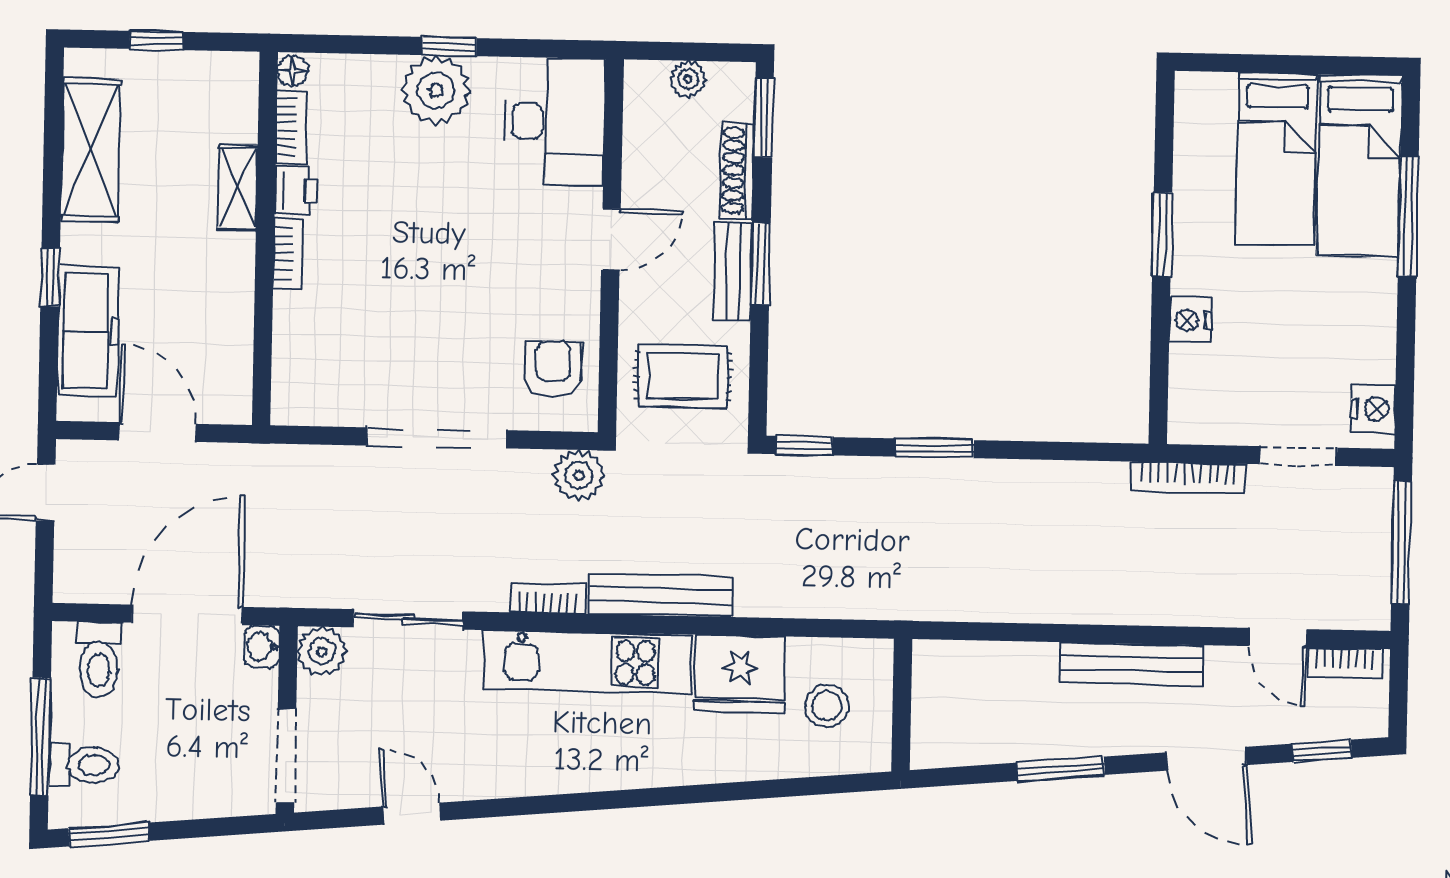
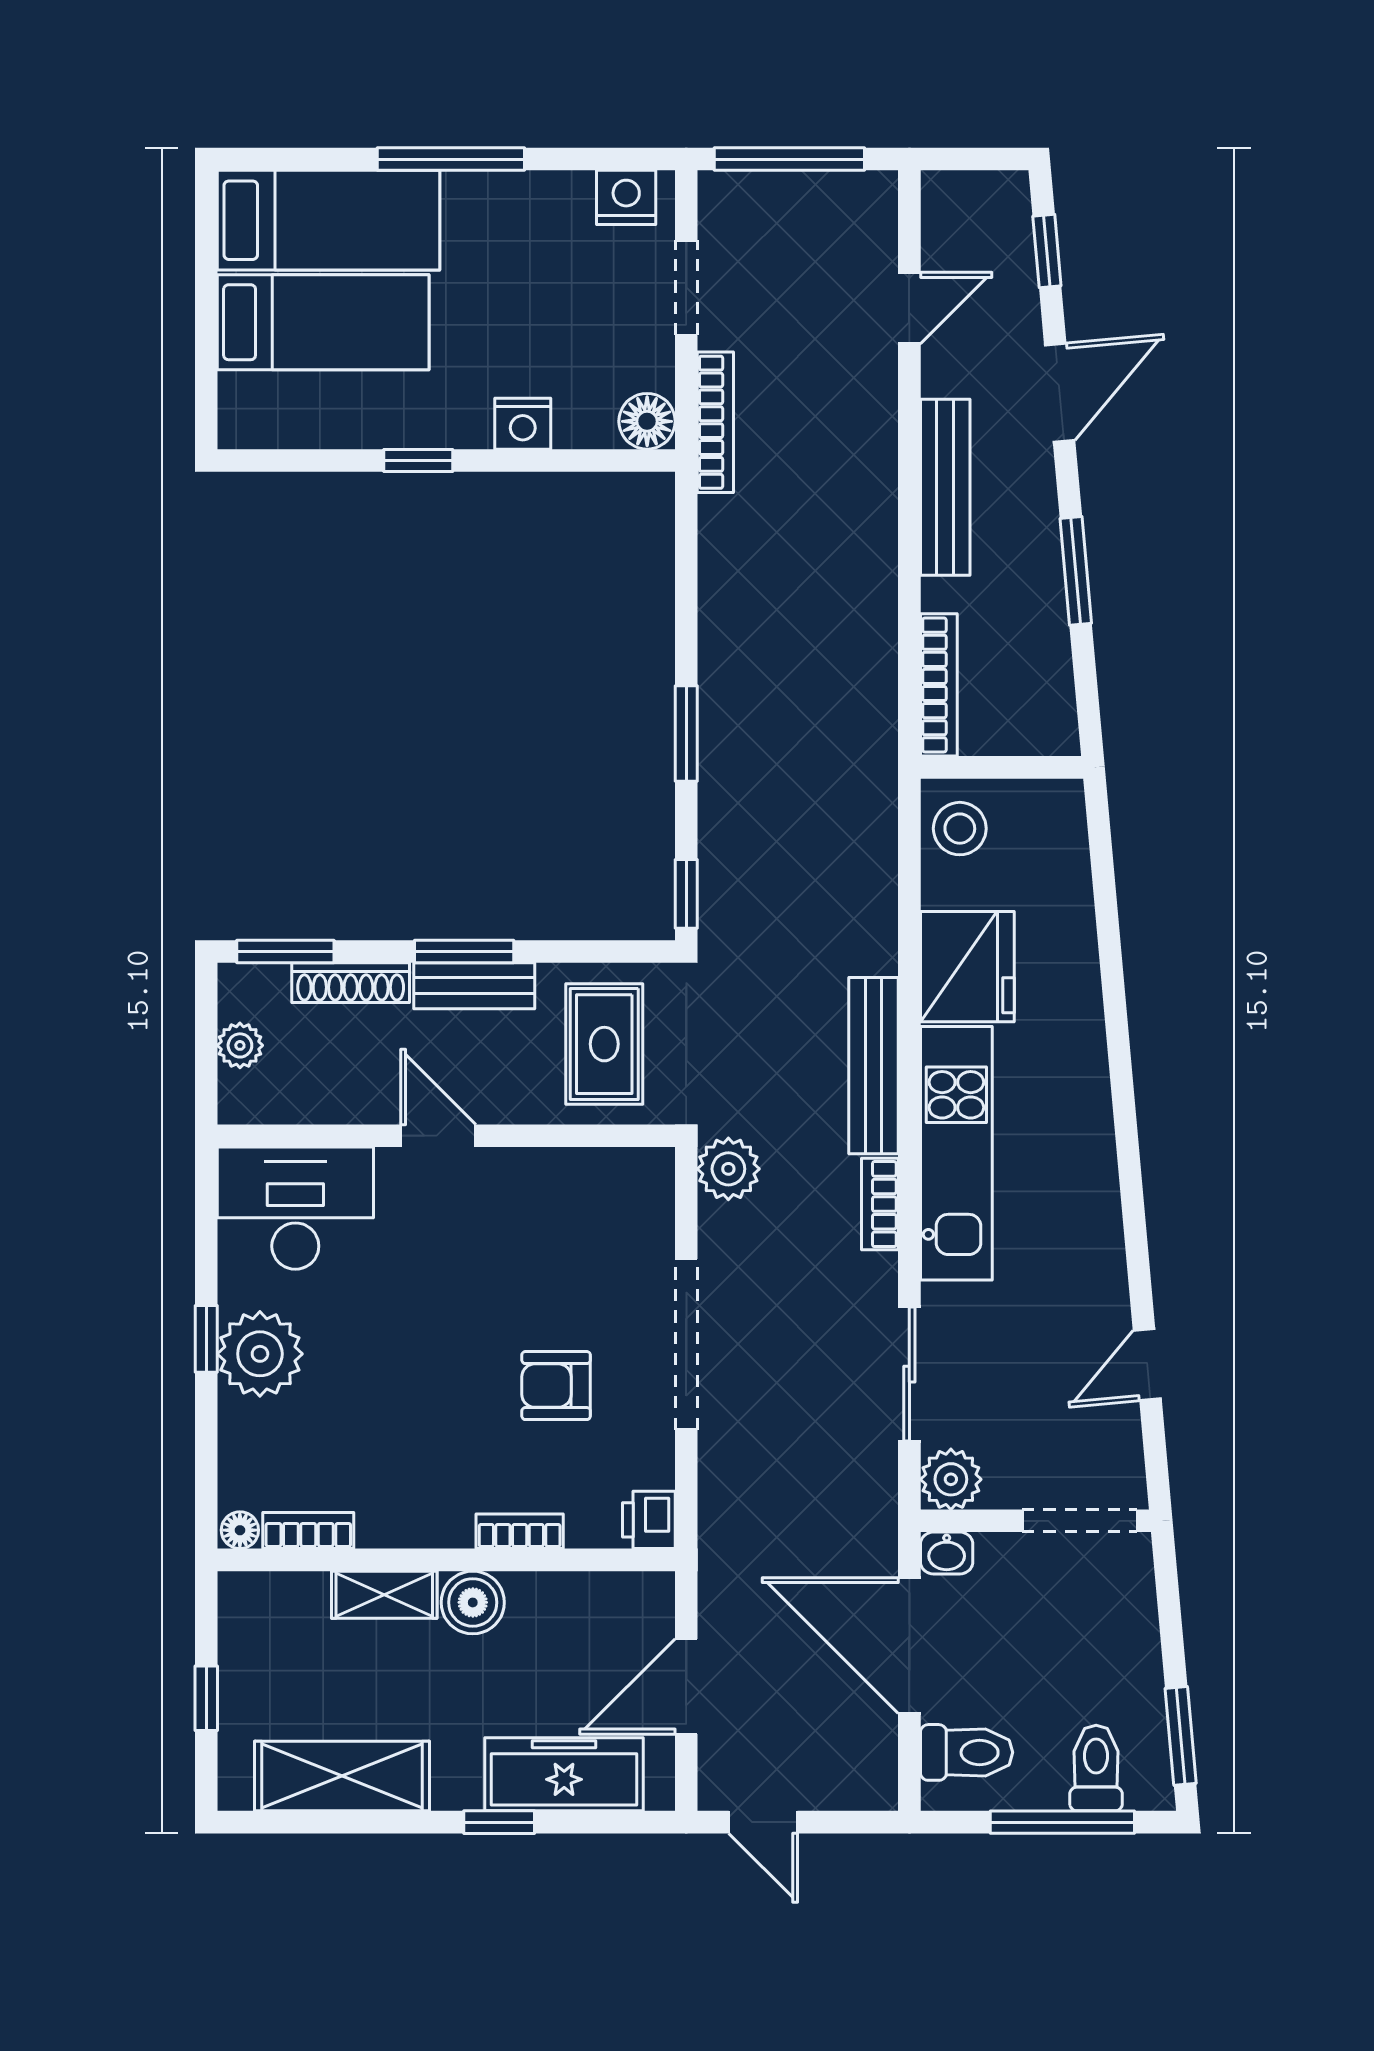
printer: (296, 191) -> (649, 1520), moved, turned -90
window: (1408, 217) -> (451, 159), moved
window: (1162, 234) -> (418, 460), width x0.67
bookcase: (288, 253) -> (520, 1531), moved
boiler: (230, 259) -> (473, 1602), added
armchair: (553, 369) -> (556, 1386), moved
floor lamp: (1190, 422) -> (647, 421), added
bookcase: (1344, 663) -> (939, 685), moved, width x1.56
stool: (827, 706) -> (960, 829), moved

